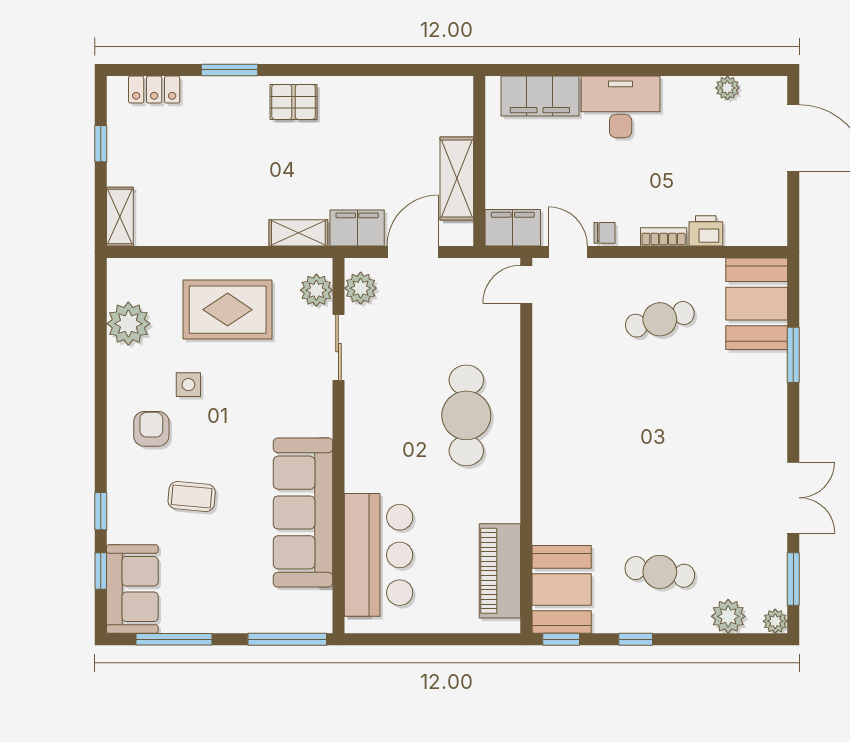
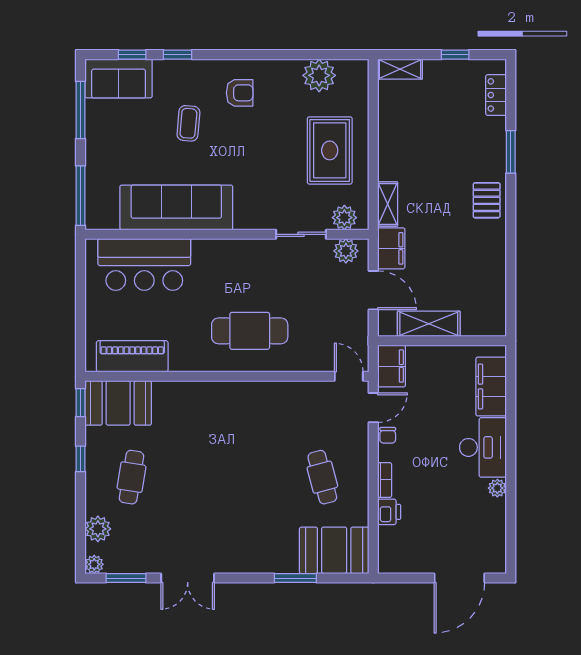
plant: (727, 88) -> (497, 488), moved
side table: (188, 385) -> (273, 121), removed

